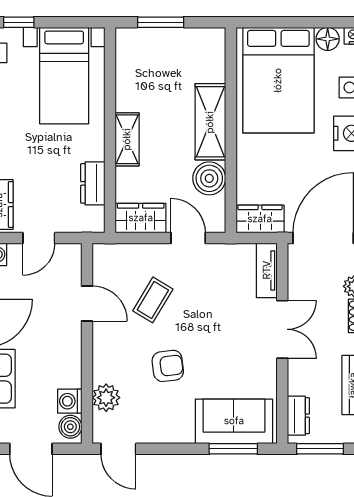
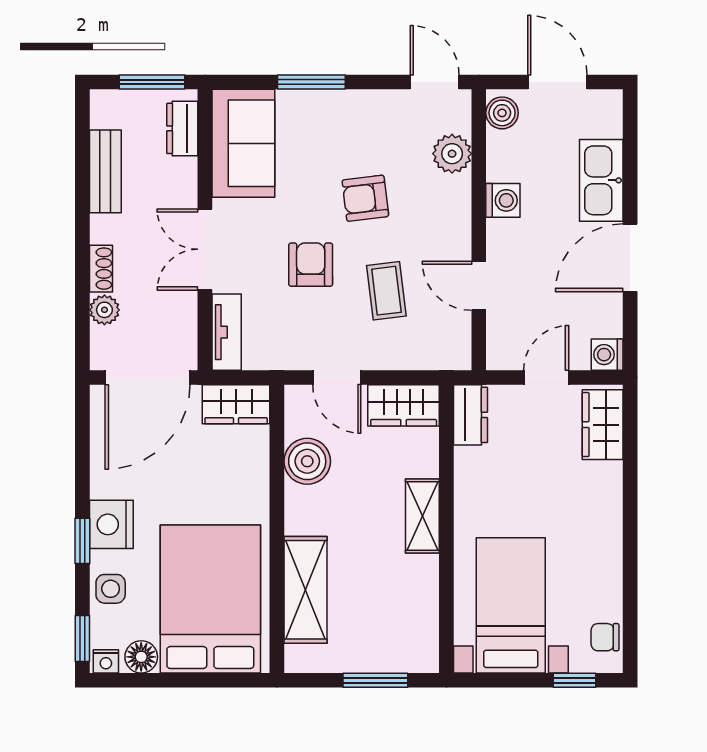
shelving: (210, 122) -> (306, 590), moved
dresser: (93, 183) -> (471, 415), moved
coffee table: (153, 300) -> (386, 291), turned -38
armchair: (207, 319) -> (311, 265), added
washing machine: (70, 401) -> (503, 200), moved
sofa: (234, 421) -> (243, 143), moved, turned -90
window: (233, 449) -> (311, 82), moved

